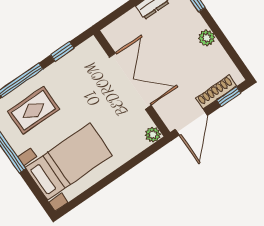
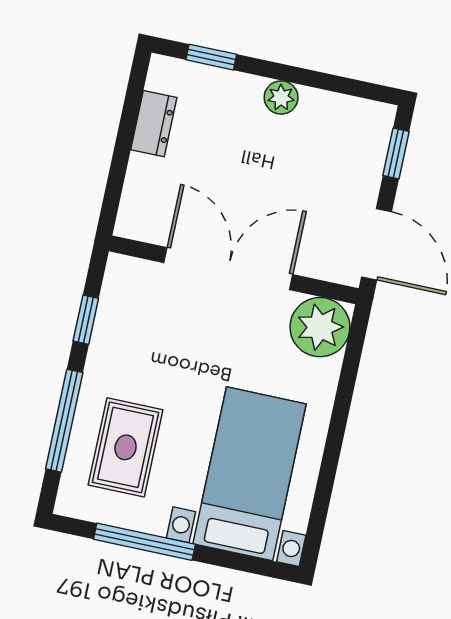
shoe rack: (216, 92) -> (371, 165), removed
plant: (153, 135) -> (320, 327), width x1.88, depth x1.88

